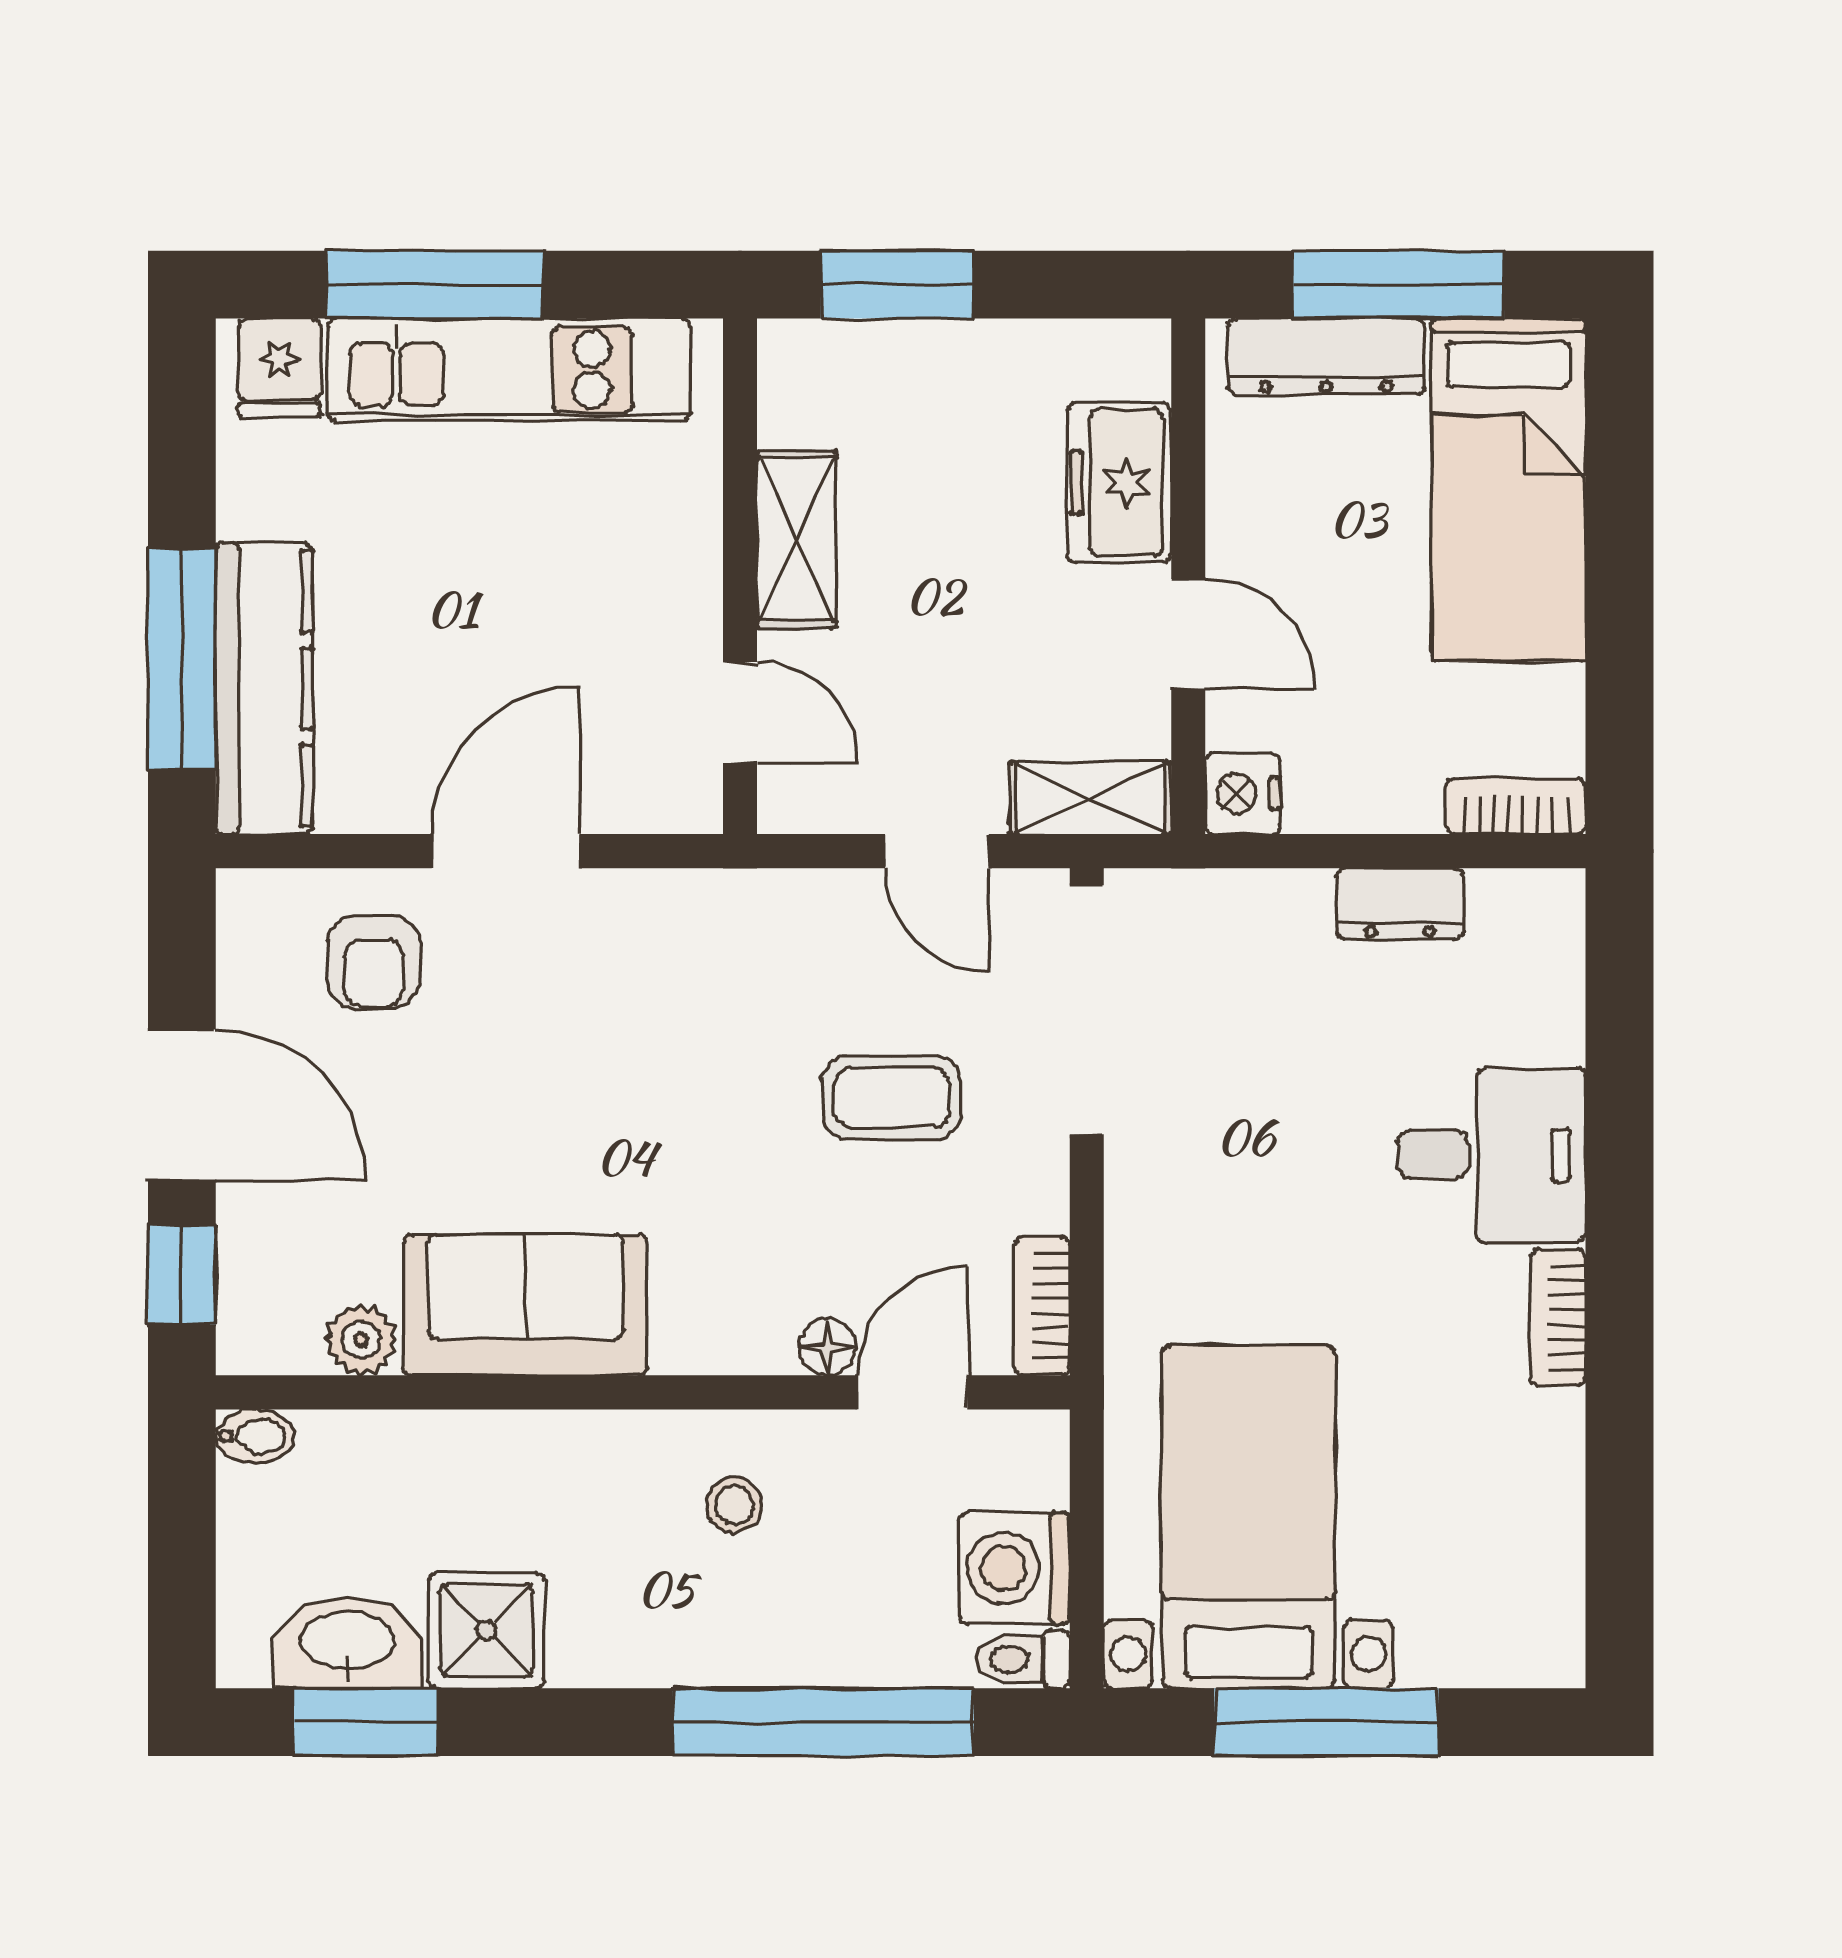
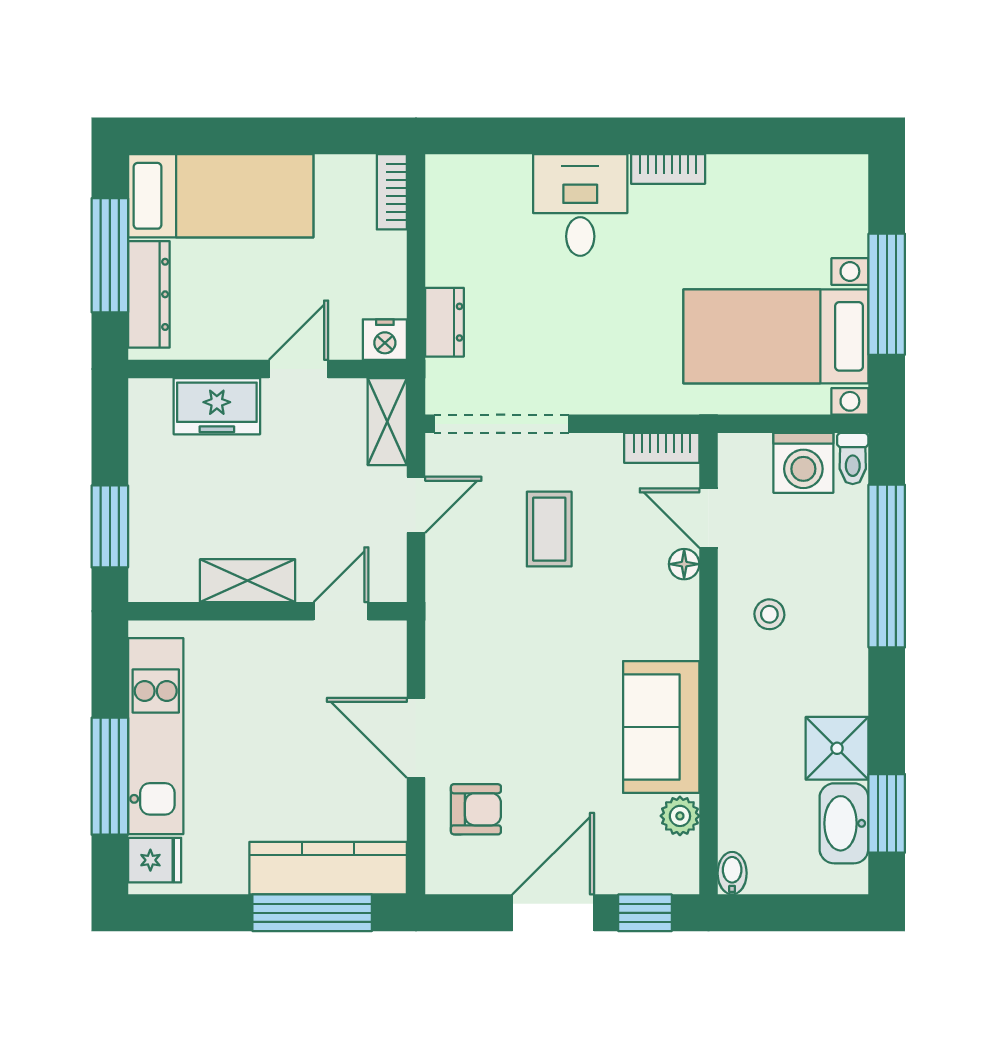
dresser: (1400, 904) -> (444, 322), moved

